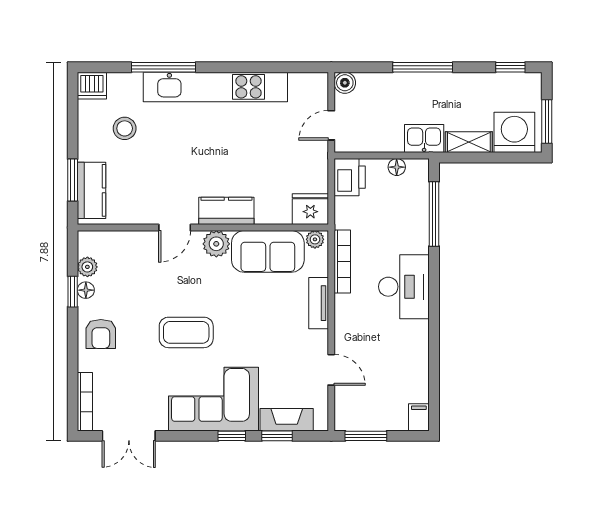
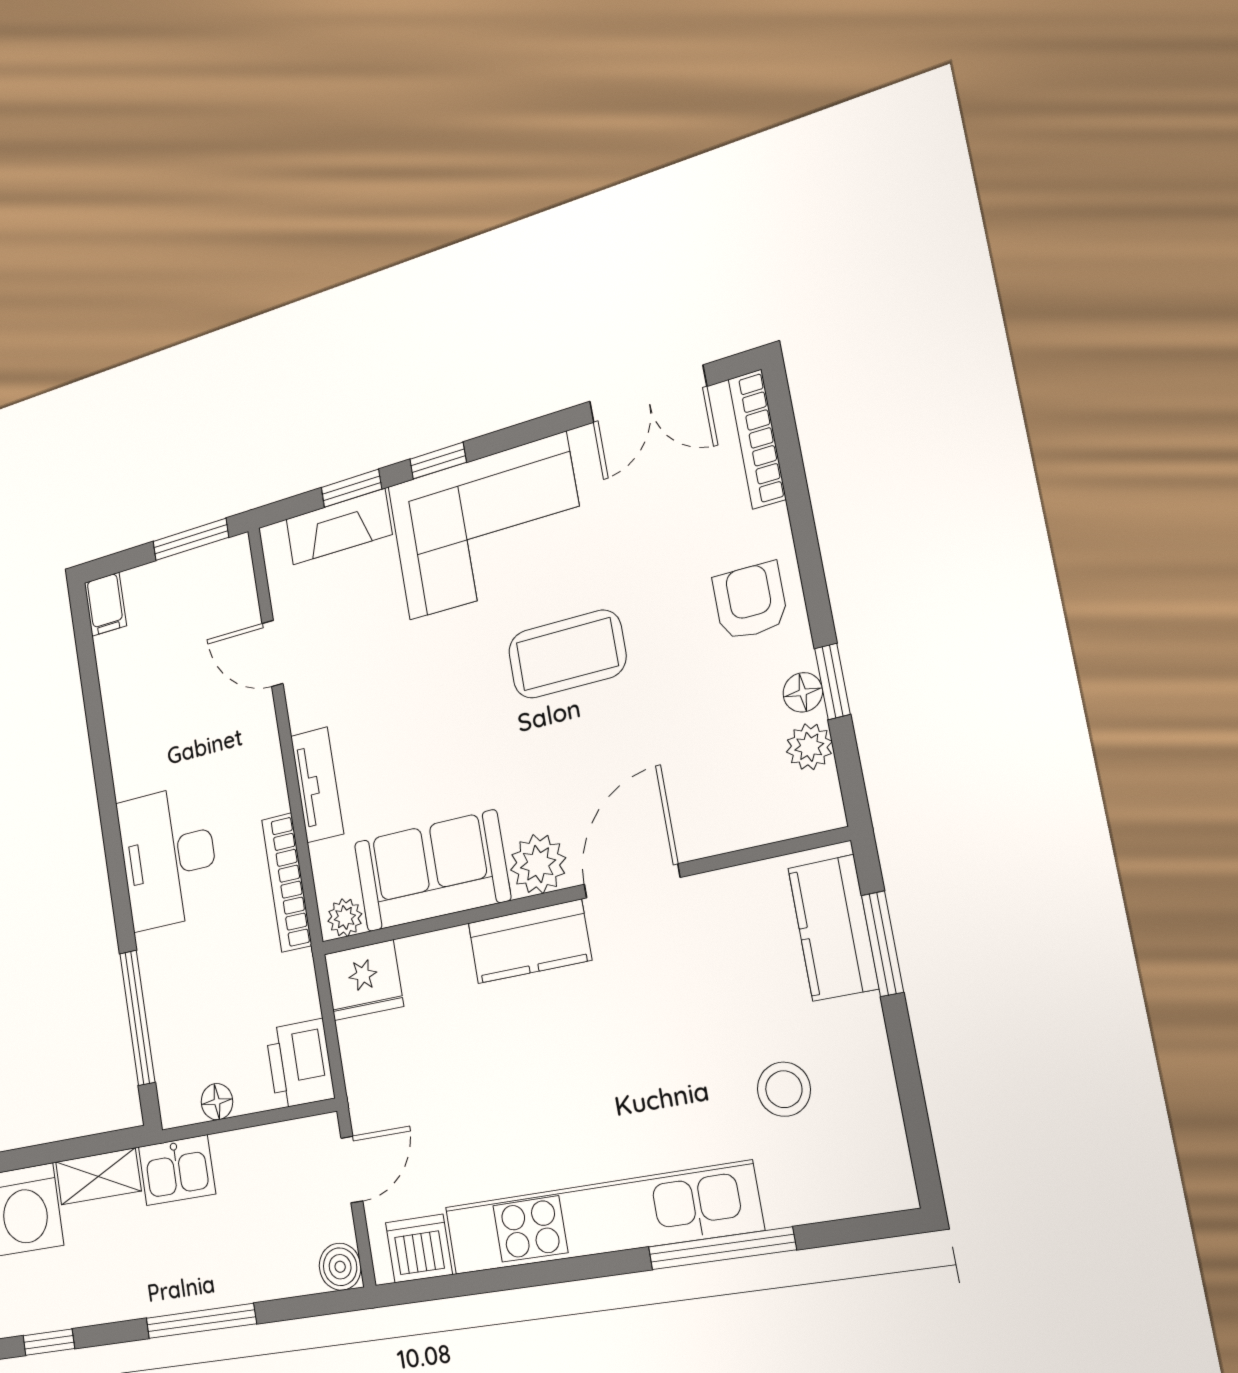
dishwasher: (92, 86) -> (419, 1249), moved
door: (175, 228) -> (632, 881), width x1.37
double door: (129, 436) -> (648, 394), swing flipped

